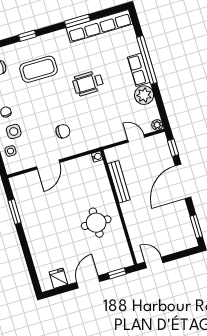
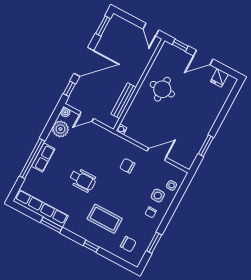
plant: (144, 95) -> (60, 129), moved
door: (136, 138) -> (86, 117), hinge flipped

